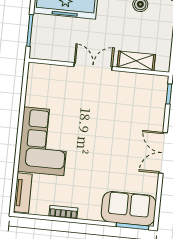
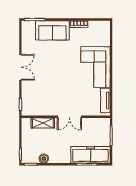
tv unit: (23, 193) -> (105, 101), moved
sofa: (129, 209) -> (52, 30), moved

